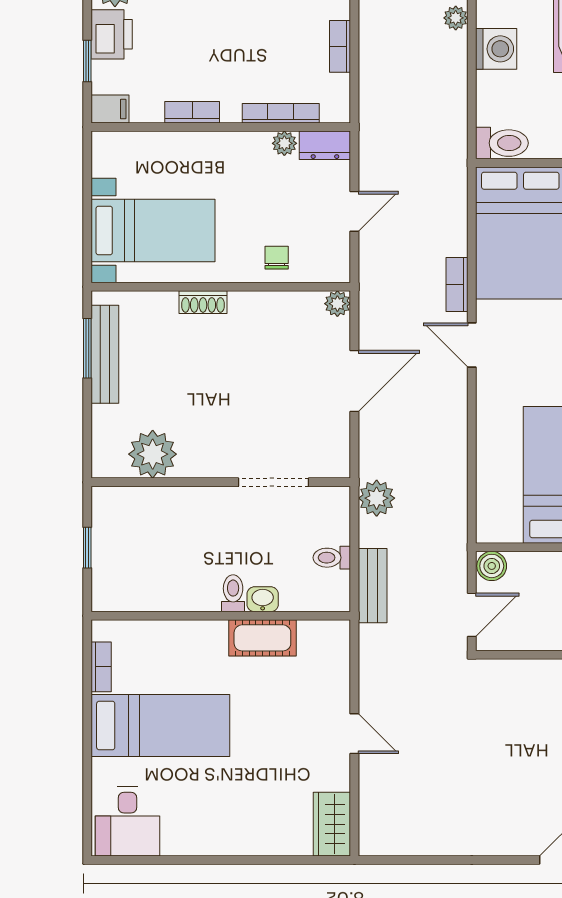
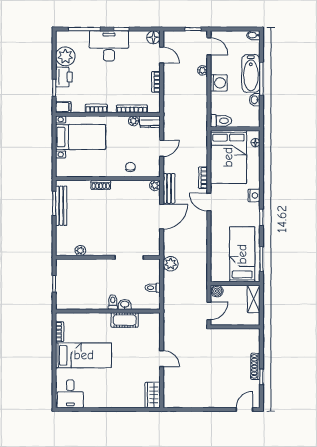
bed with nightstands: (153, 230) -> (81, 137), moved
plant: (153, 454) -> (80, 251), width x0.53, depth x0.53
bench: (373, 586) -> (169, 188), moved

